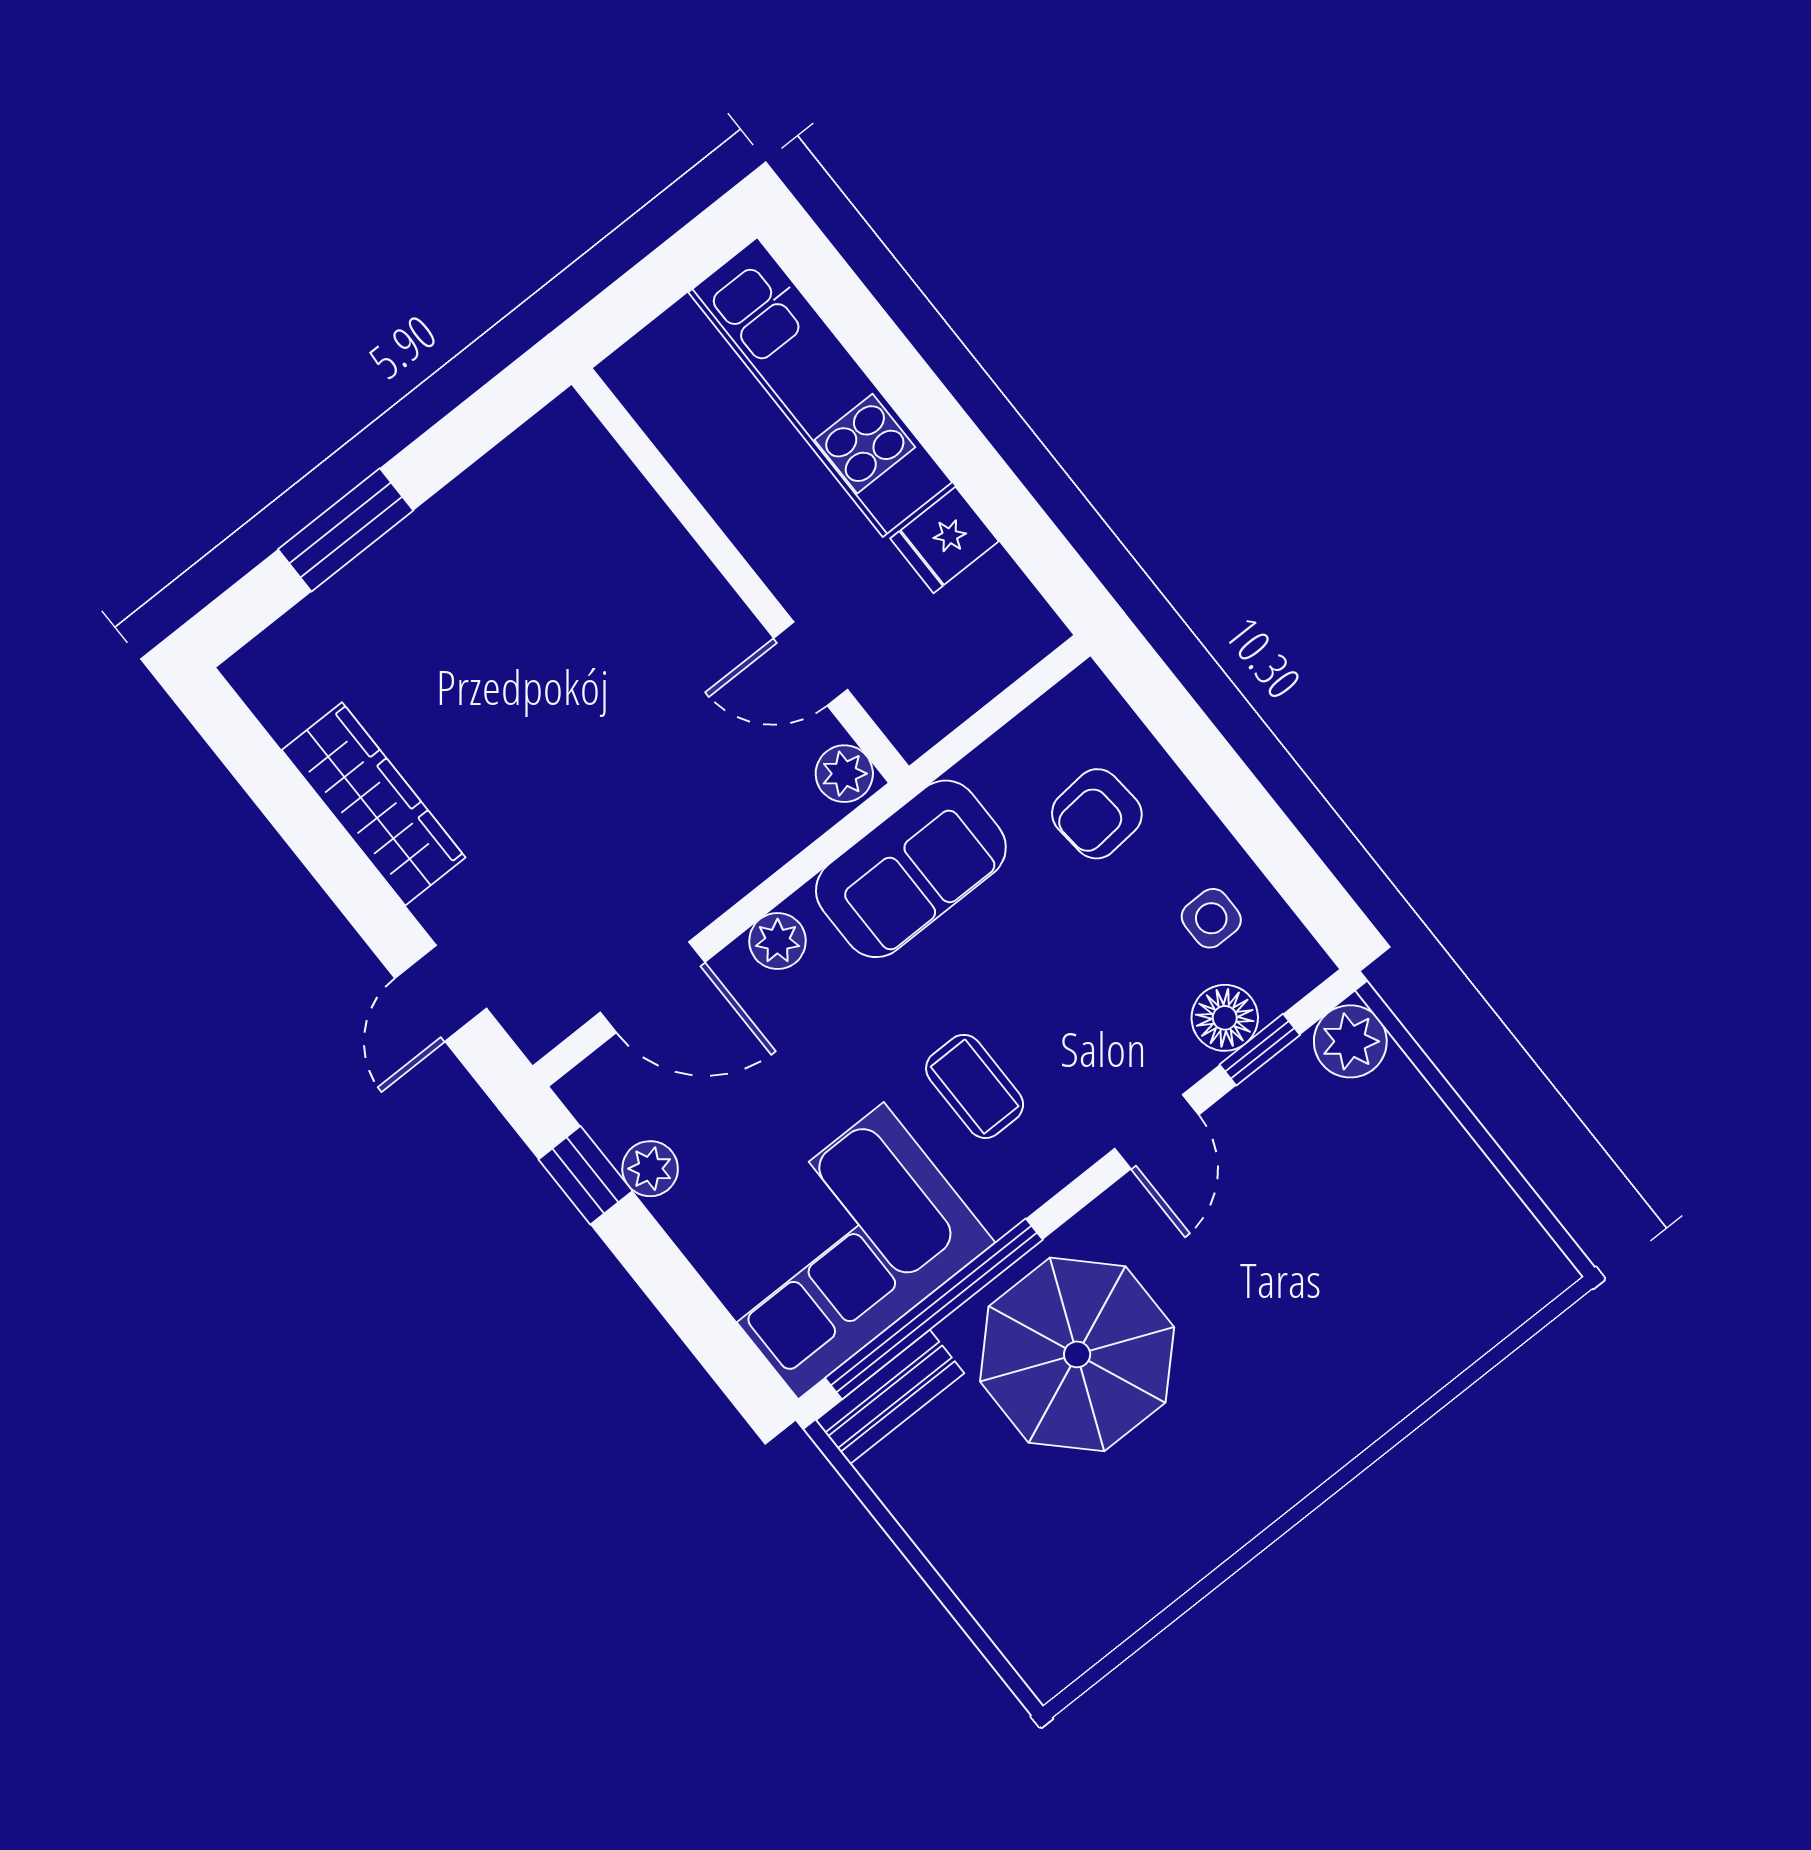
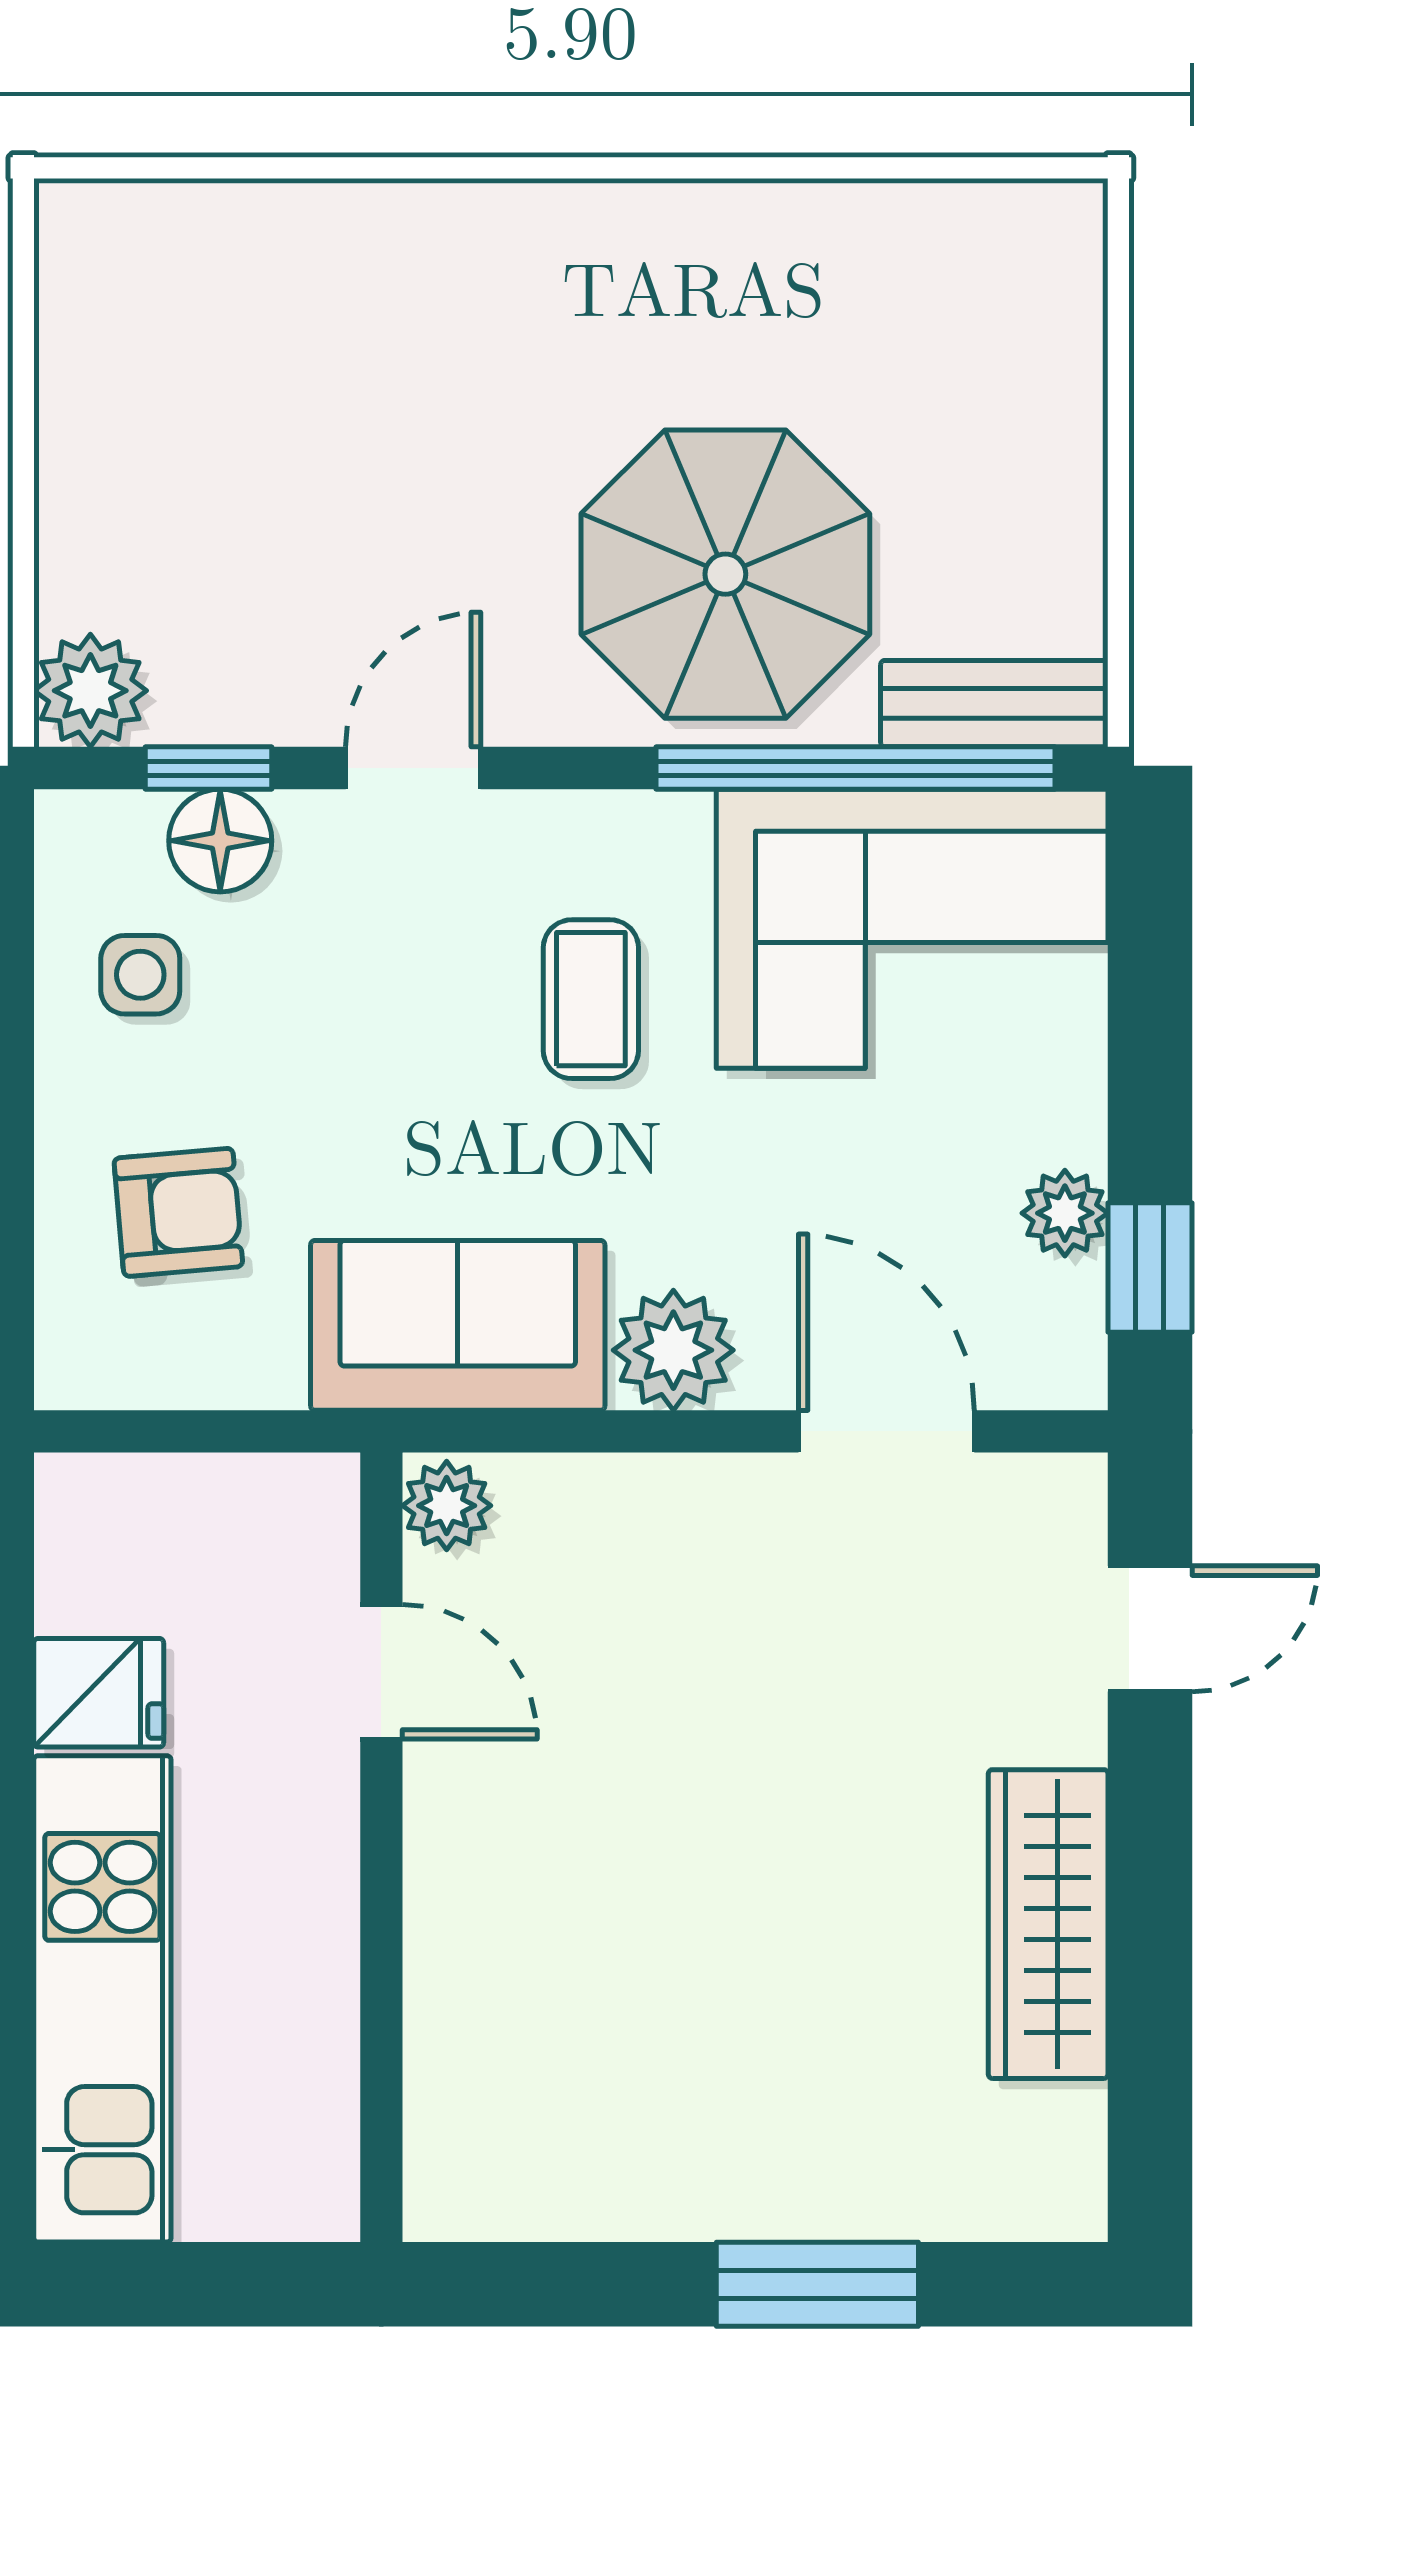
plant: (778, 941) -> (673, 1350), width x1.38, depth x1.38

